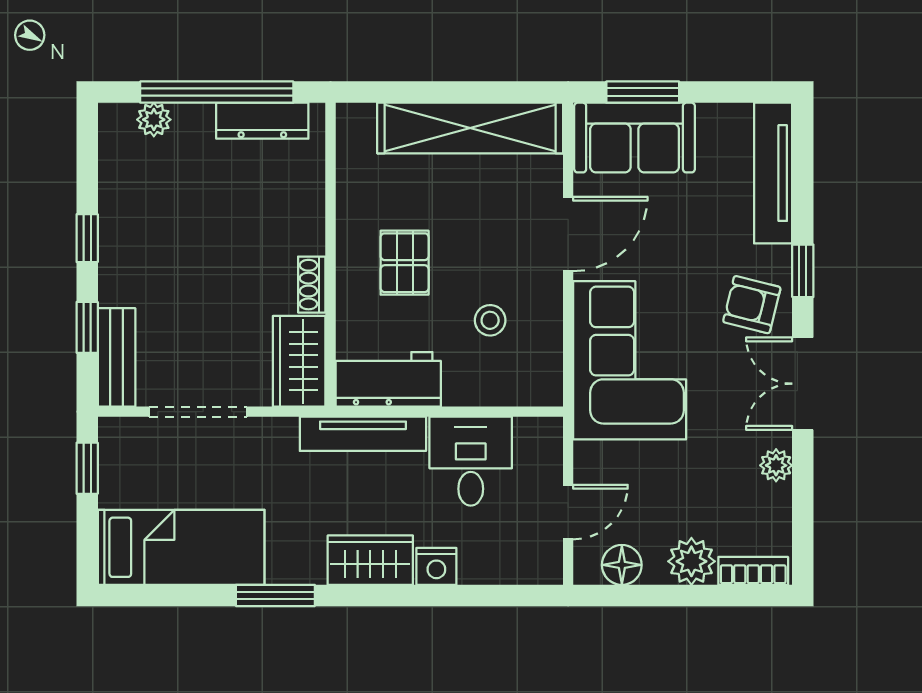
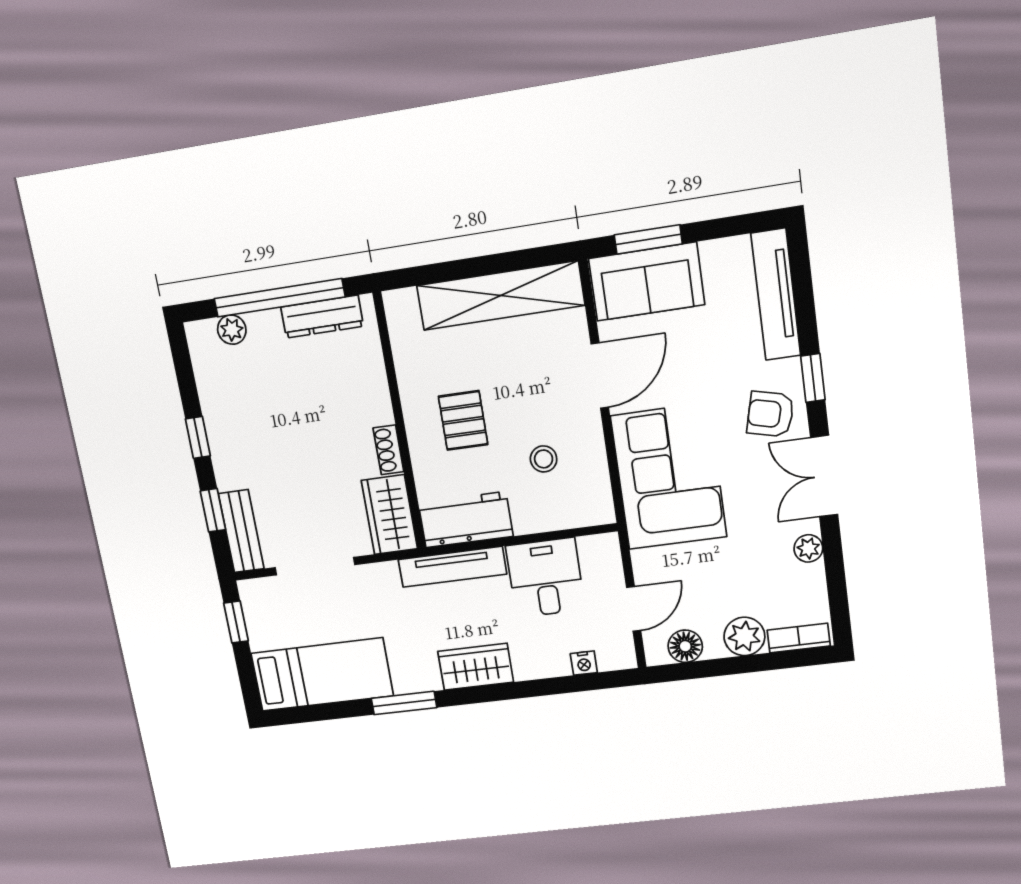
nightstand: (436, 566) -> (584, 663), moved, width x0.72, depth x0.74

